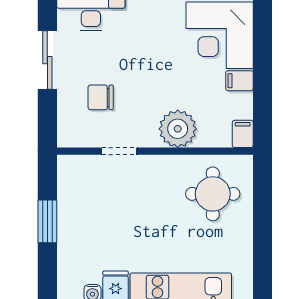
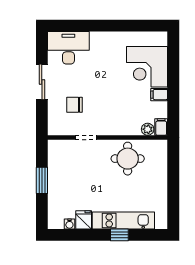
plant: (178, 129) -> (148, 129), moved, width x0.53, depth x0.53
round table: (213, 194) -> (128, 159), moved

